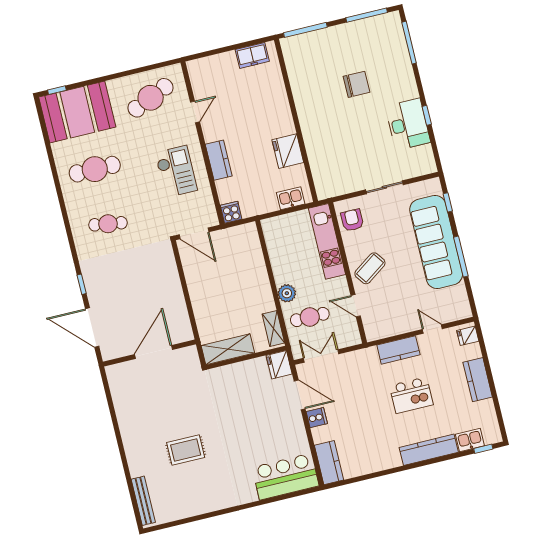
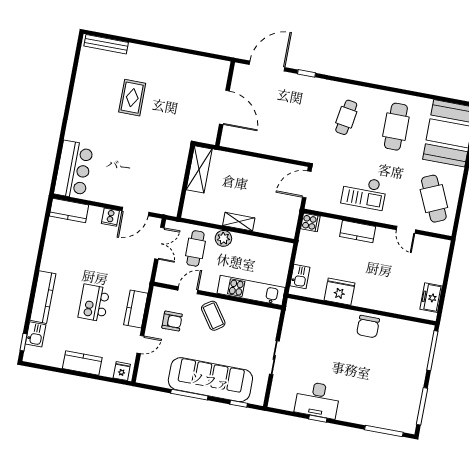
chair: (356, 84) -> (368, 327), moved
armchair: (352, 220) -> (172, 321), moved
shelving: (273, 329) -> (239, 222), moved
fridge: (279, 365) -> (168, 206), removed

